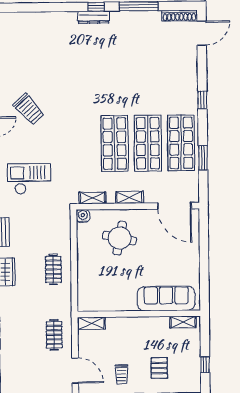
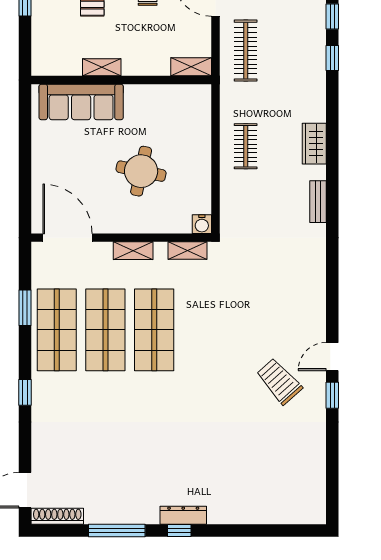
checkout: (29, 179) -> (280, 279), removed
round table: (120, 238) -> (141, 171), moved
shelving: (183, 322) -> (102, 67), moved
clothes rail: (54, 335) -> (246, 51), width x1.36

